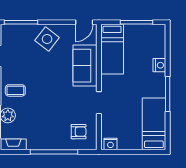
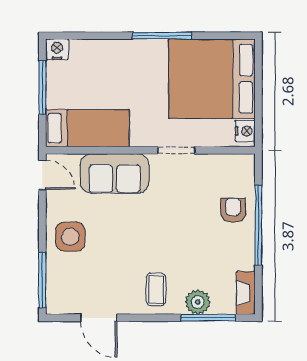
side table: (47, 39) -> (70, 237), turned -38
nightstand: (159, 65) -> (57, 49), moved
bed: (154, 124) -> (212, 79), width x2.04
armchair: (79, 132) -> (233, 210), moved

